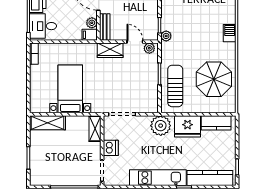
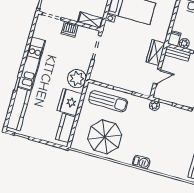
plant: (149, 48) -> (148, 88), removed

